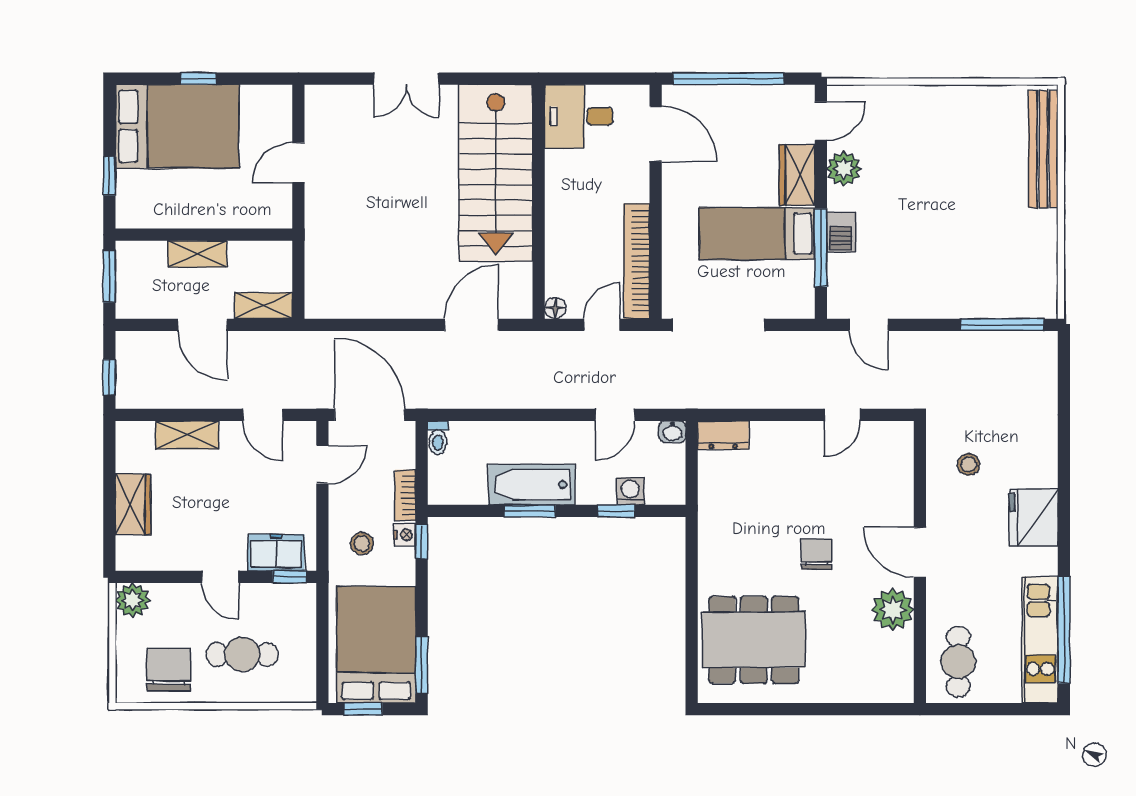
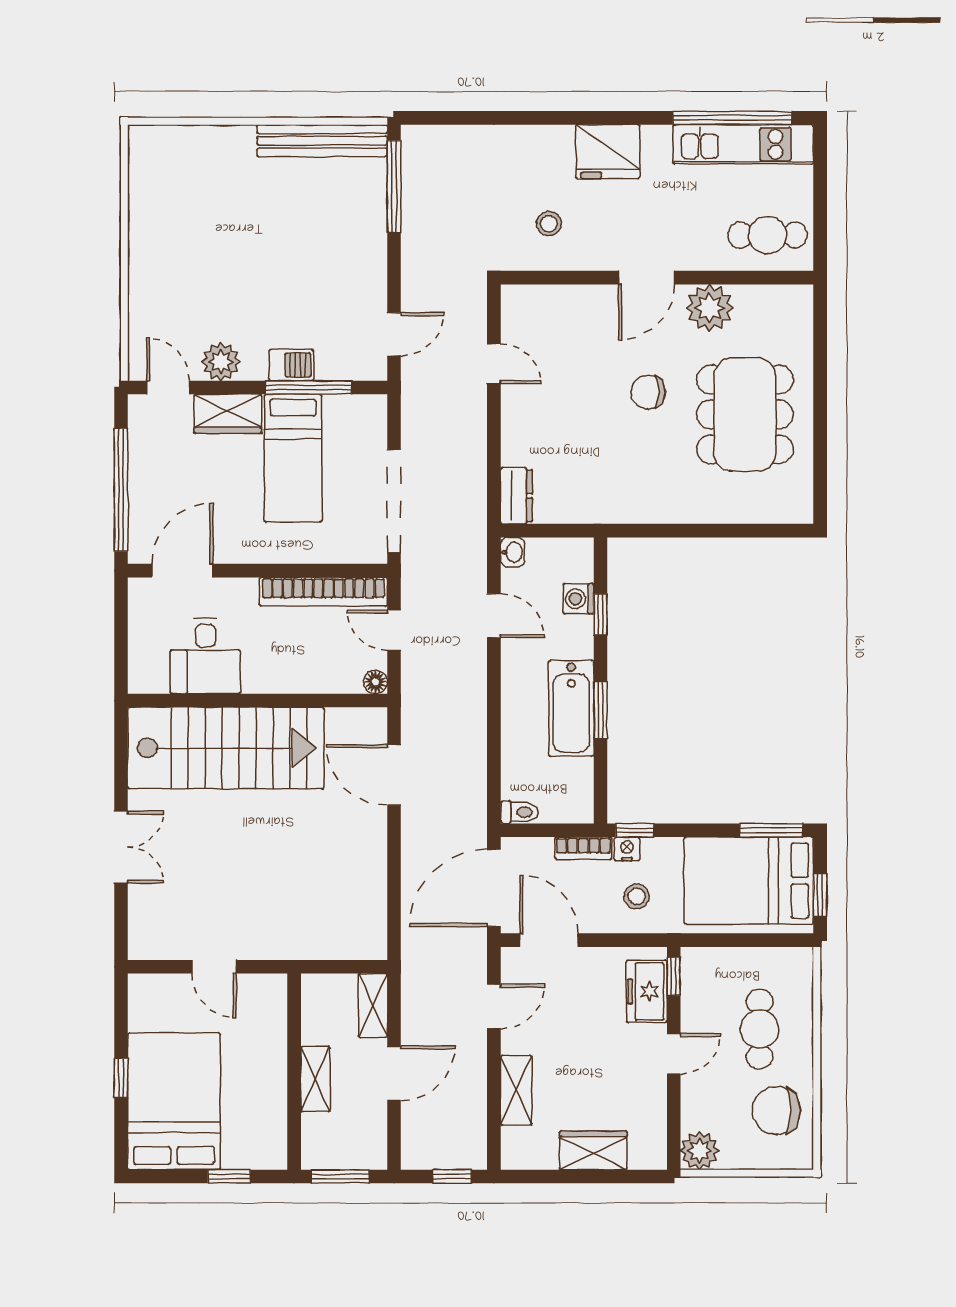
desk: (579, 116) -> (205, 656), moved
bench: (1043, 149) -> (322, 141), moved
door: (322, 464) -> (549, 940), width x1.38
dining table: (754, 640) -> (745, 414), moved

